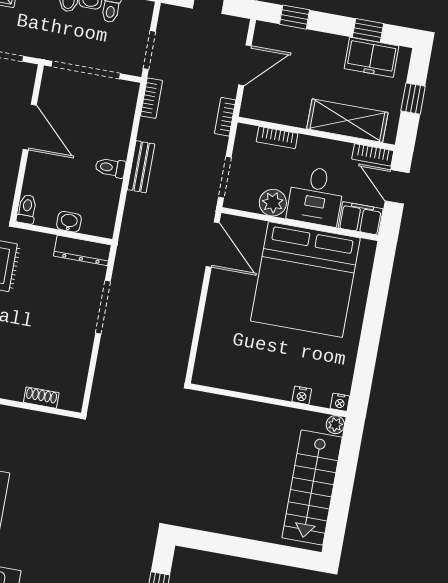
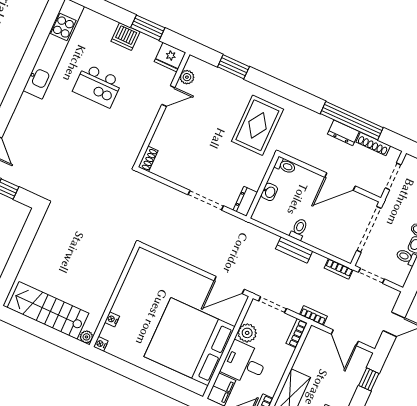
bookcase: (277, 138) -> (297, 333), moved
dresser: (82, 250) -> (245, 201), width x0.70
shoe rack: (41, 398) -> (148, 159), moved

